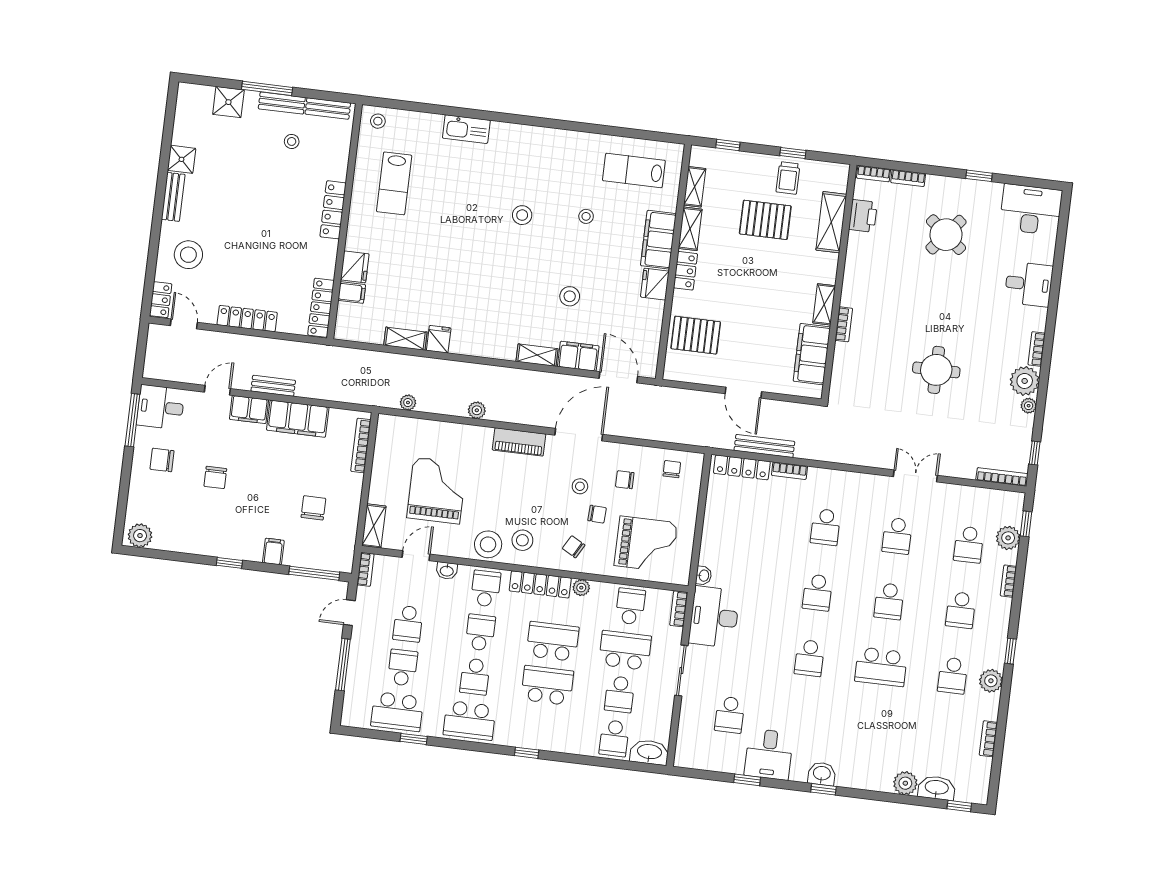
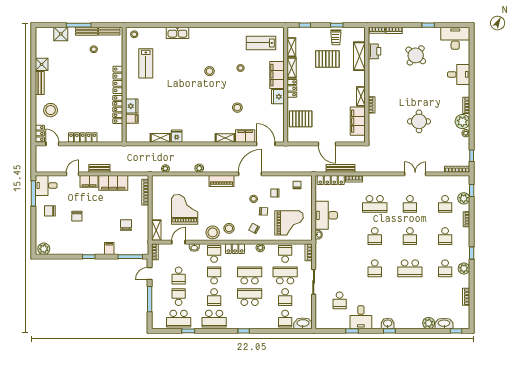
locker: (321, 308) -> (118, 110), moved
school desk: (825, 527) -> (375, 204), width x1.85
locker: (540, 584) -> (235, 249), width x0.66
desk: (714, 617) -> (326, 215), moved

